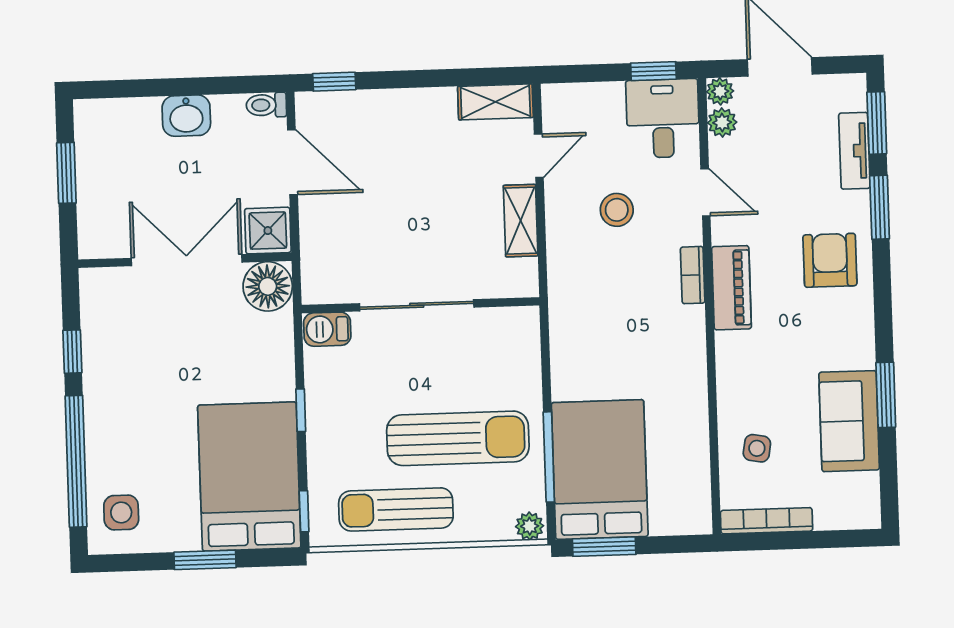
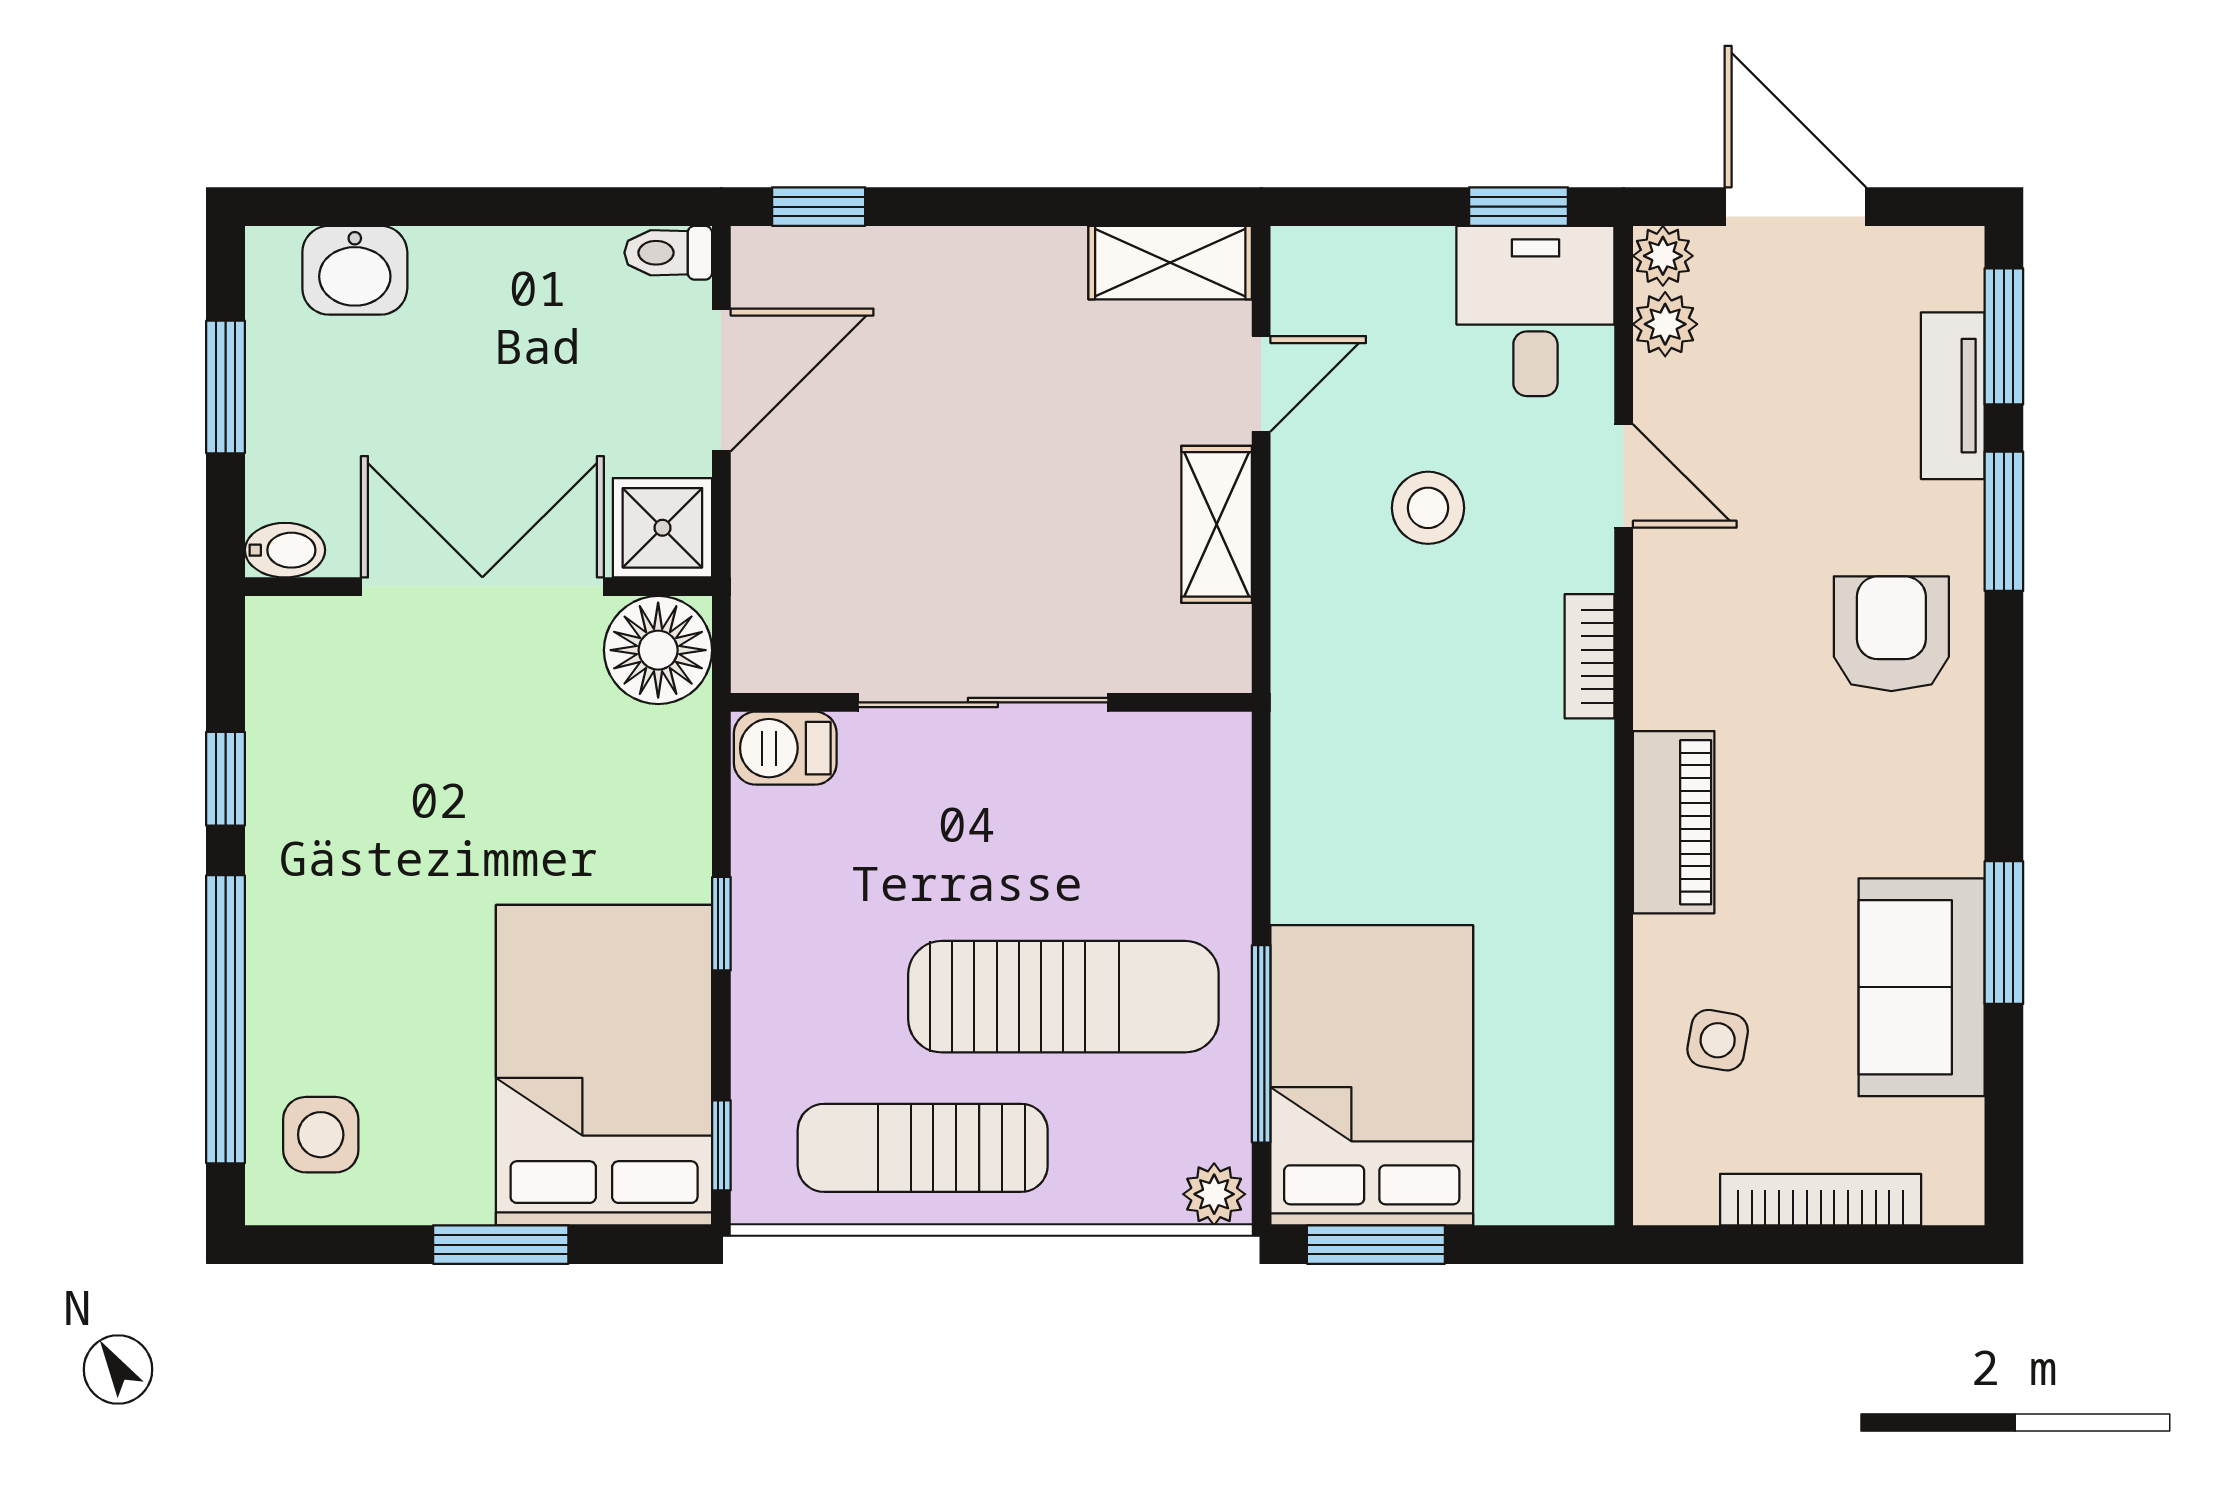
washbasin: (186, 116) -> (355, 270), moved
door: (293, 162) -> (721, 380), hinge flipped
bidet: (96, 246) -> (285, 550), added
piano: (731, 288) -> (1674, 822), moved
bookcase: (766, 521) -> (1821, 1200), moved

